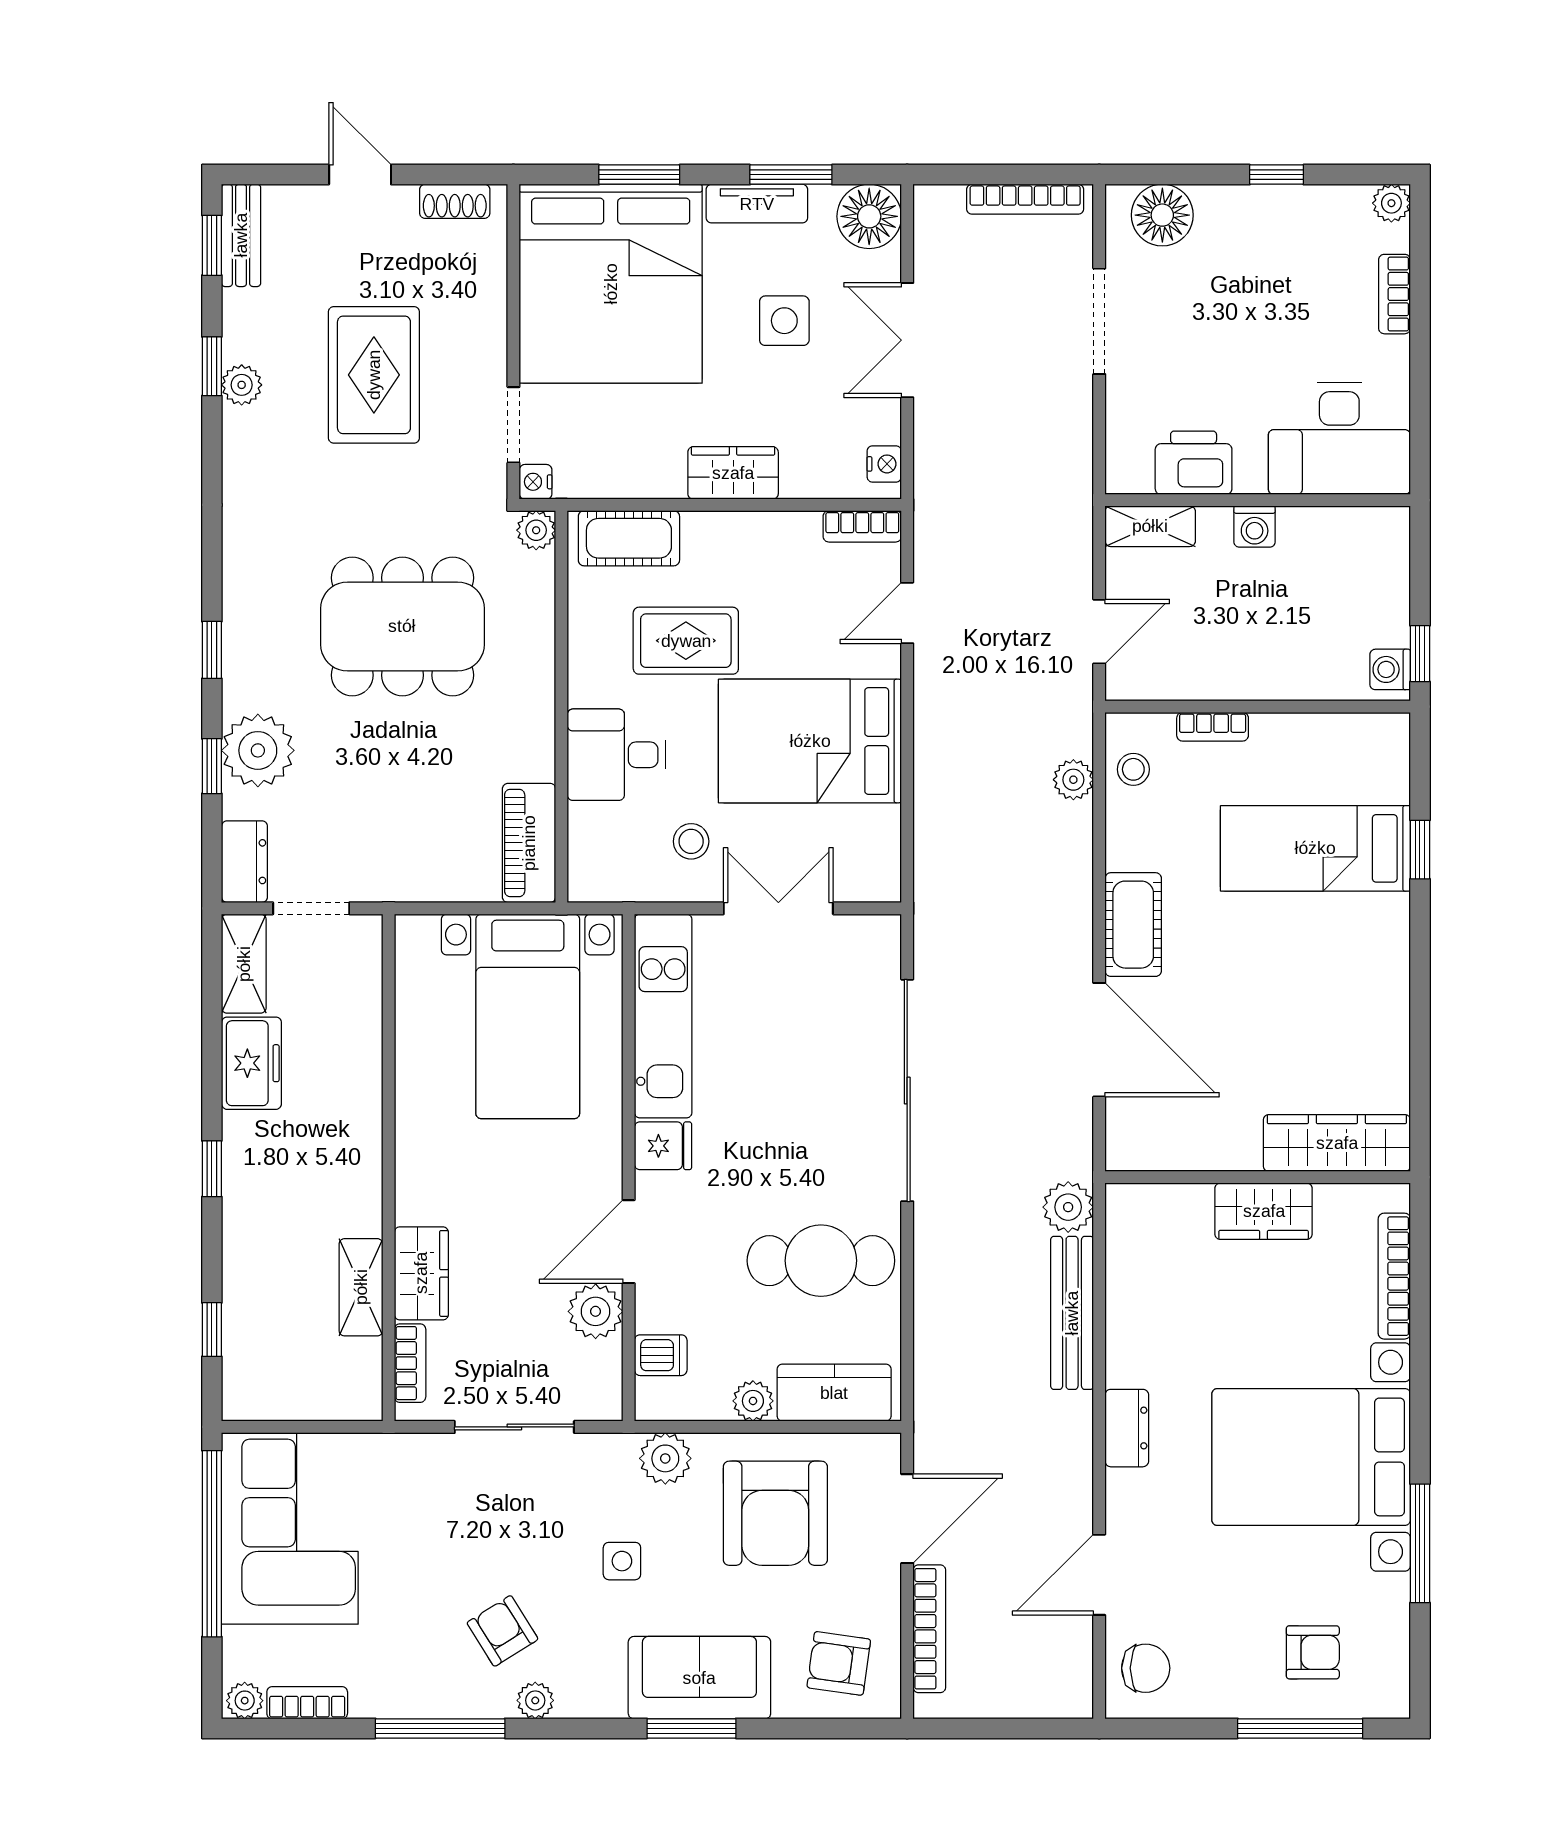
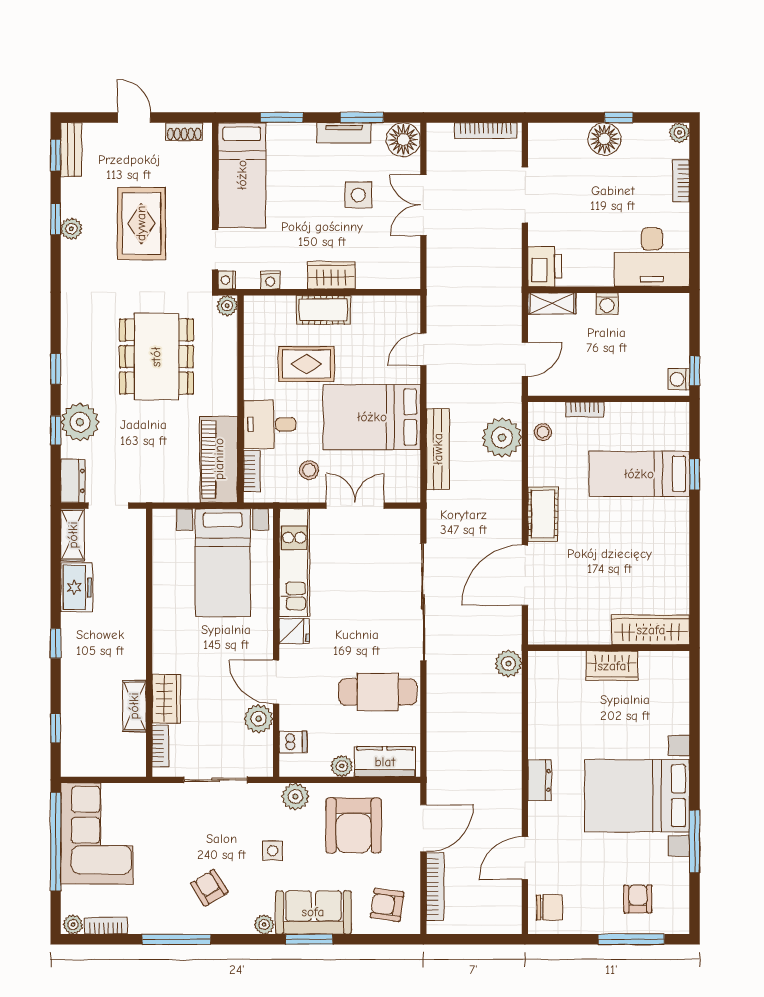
floor lamp: (1162, 215) -> (604, 139), moved
bed: (611, 284) -> (242, 175), width x0.49
printer: (1194, 463) -> (545, 266), moved, turned 90
nightstand: (884, 464) -> (270, 280), moved, turned 90
bookcase: (862, 526) -> (252, 471), moved, turned -90
cot: (629, 538) -> (323, 310), moved
dining table: (402, 626) -> (156, 357), turned 90
plant: (1073, 780) -> (502, 438), width x1.87, depth x1.87
piano: (529, 843) -> (219, 459), width x1.37, depth x1.33
door: (1099, 1040) -> (525, 575), swing flipped
door: (629, 1242) -> (276, 682), hinge flipped
bookcase: (1394, 1276) -> (681, 700), removed
bench: (1072, 1313) -> (438, 449), moved
armchair: (1313, 1652) -> (638, 899), turned -90
plant: (535, 1700) -> (264, 924), moved

